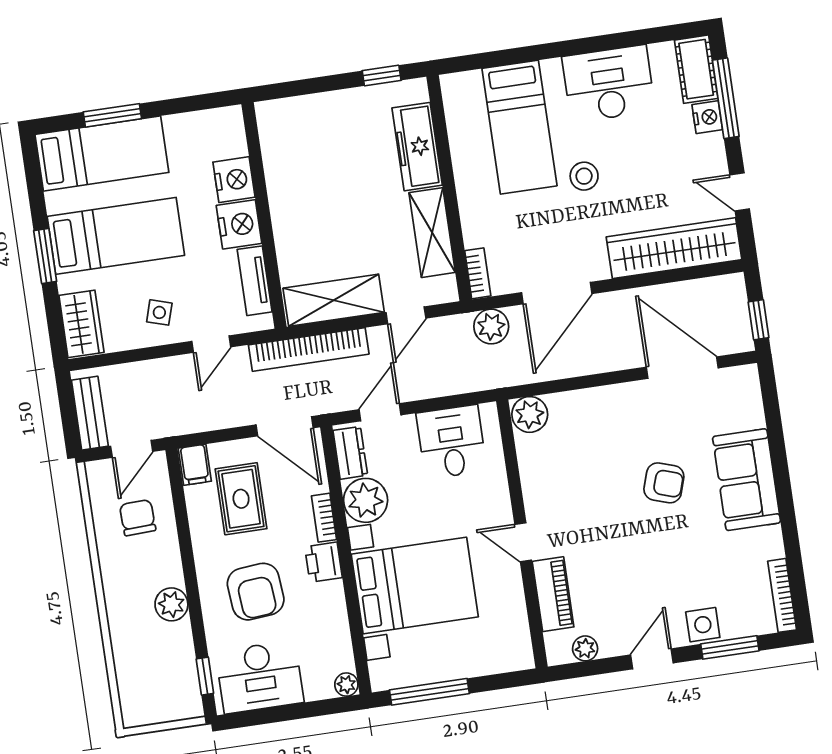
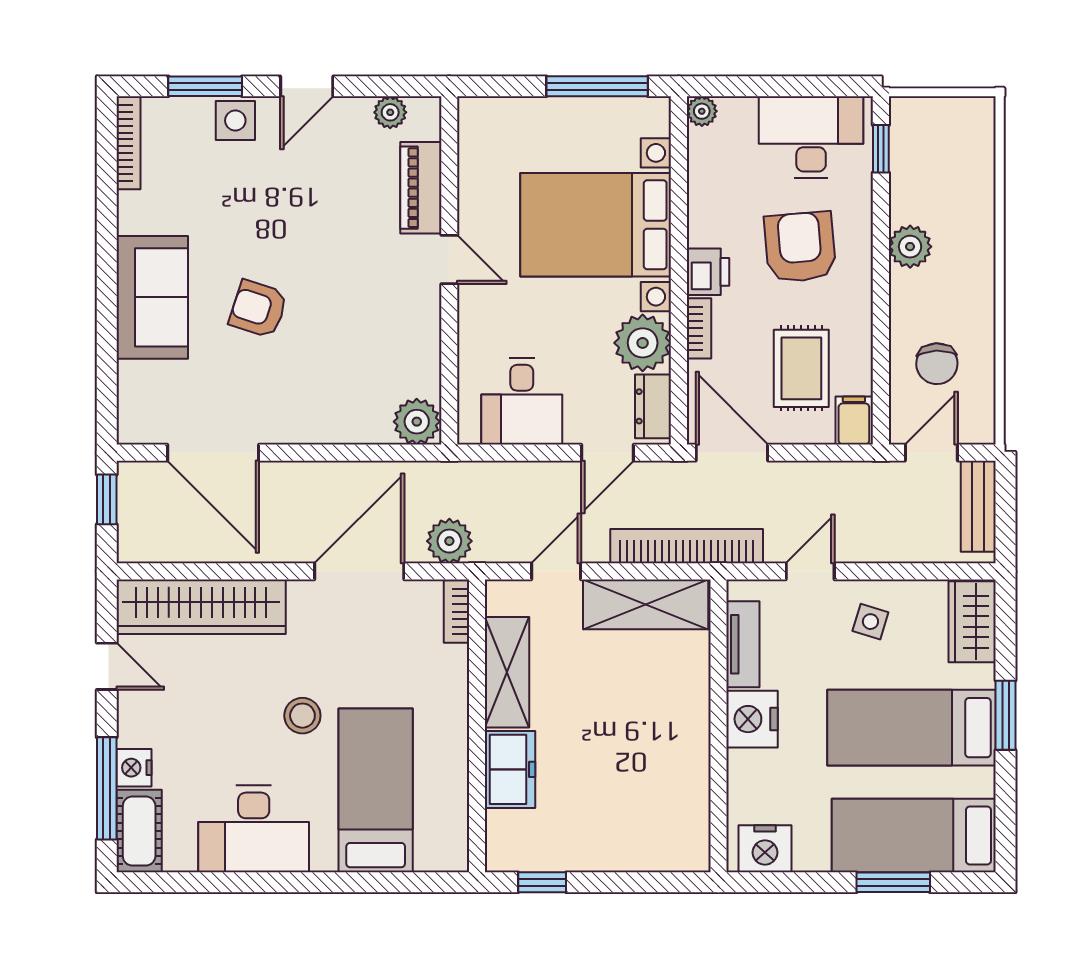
freezer: (417, 147) -> (510, 769), width x0.71
nightstand: (234, 180) -> (765, 849), moved, turned -90

